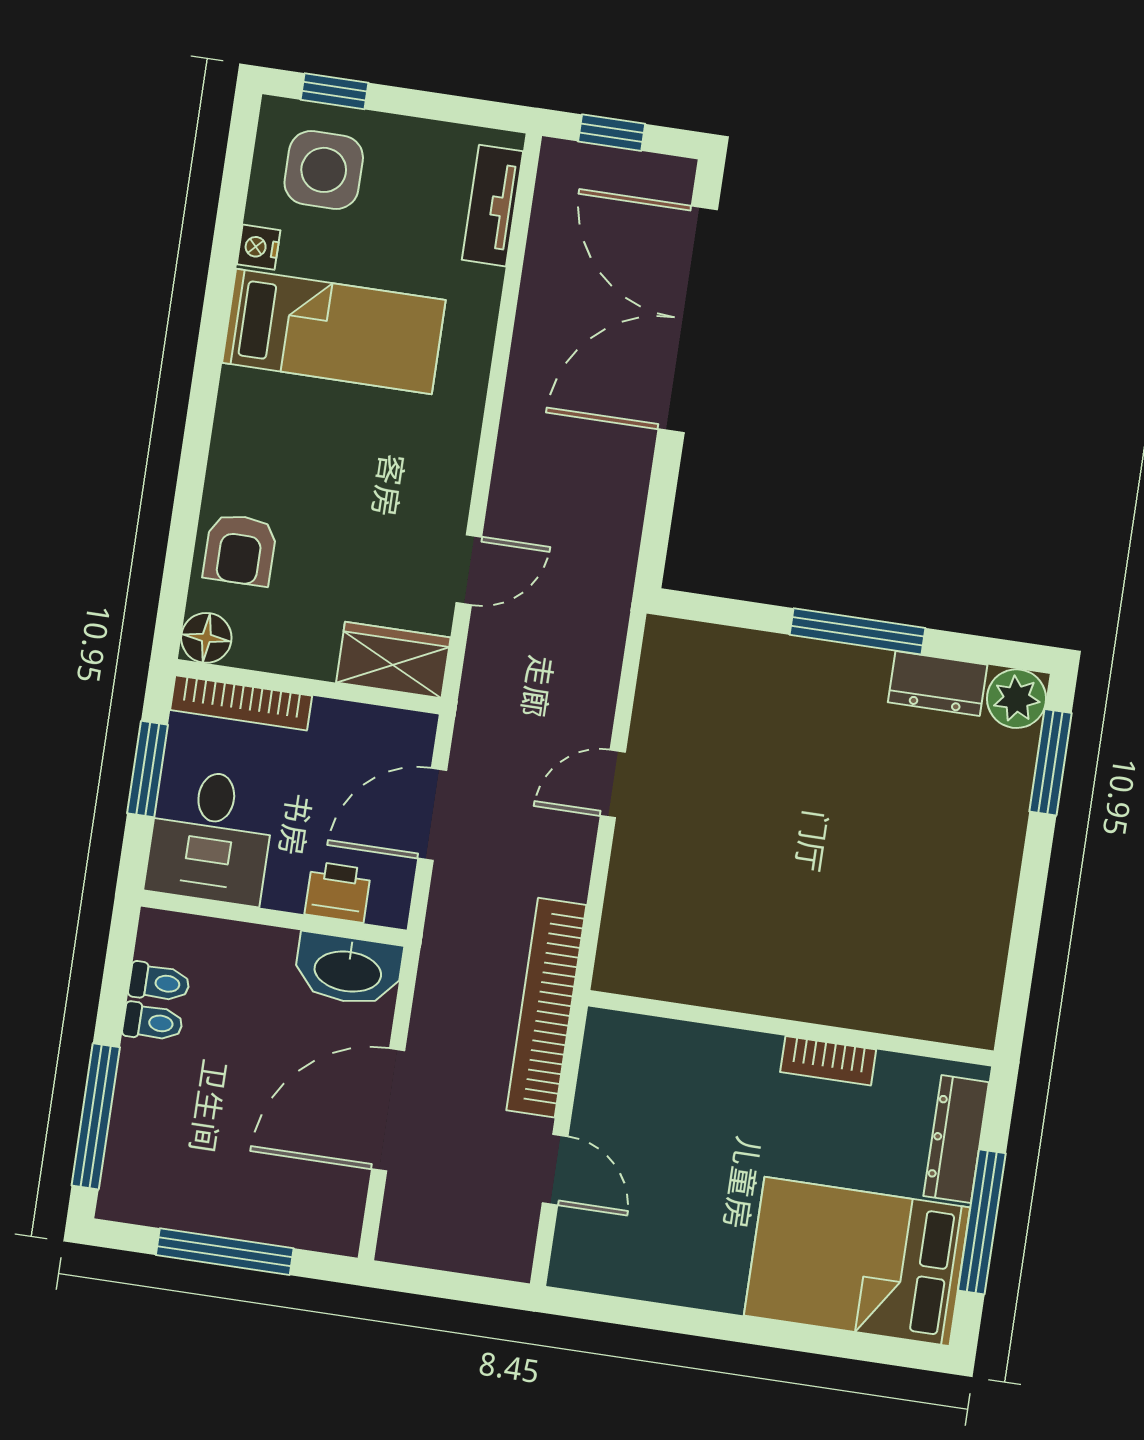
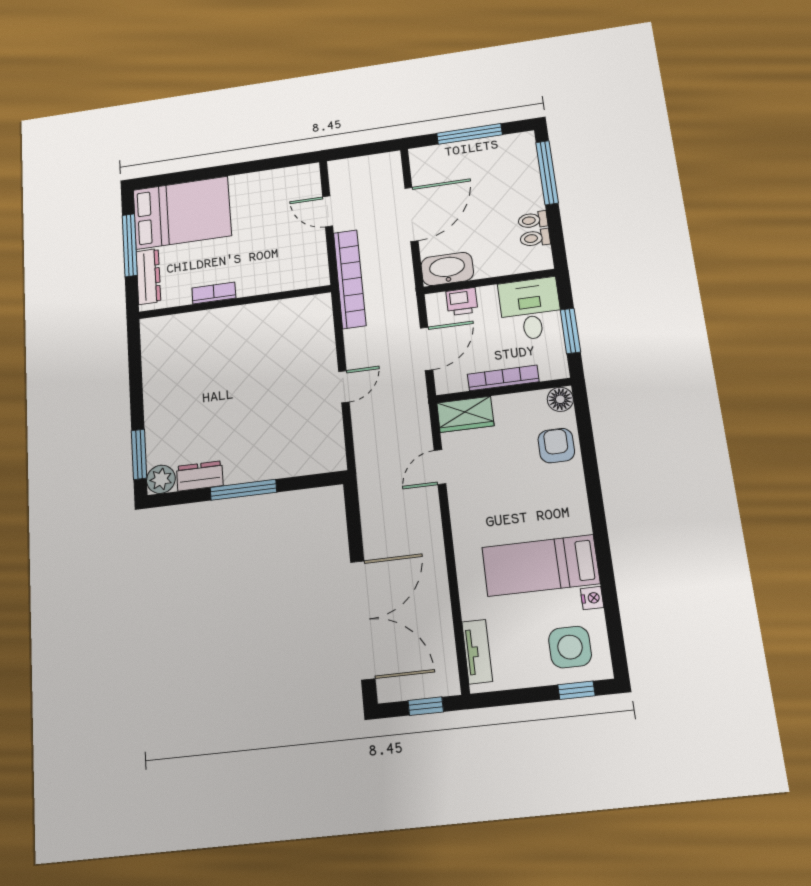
bookcase: (241, 703) -> (503, 378), moved

